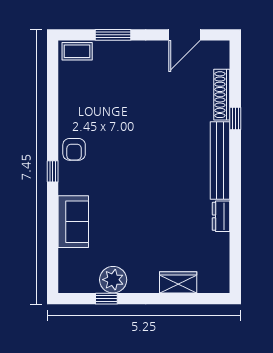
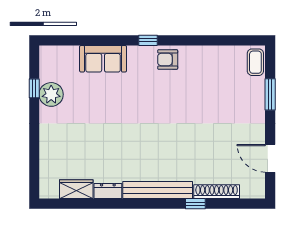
wardrobe: (178, 282) -> (76, 189), moved, turned -90

